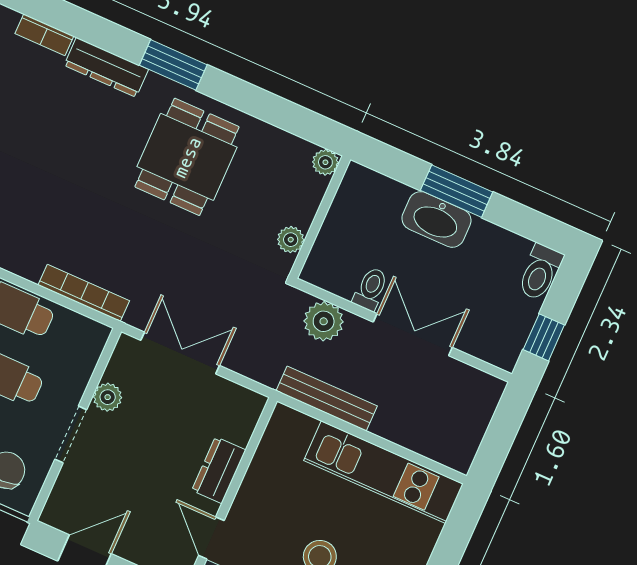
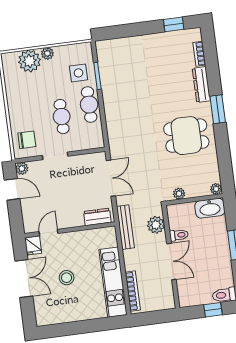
washbasin: (436, 219) -> (210, 208), moved, turned -90
bookcase: (84, 293) -> (133, 291), moved
window: (544, 337) -> (213, 310), moved
plant: (108, 397) -> (22, 168), moved
bench: (327, 399) -> (125, 227), moved
dresser: (219, 470) -> (97, 217), moved

